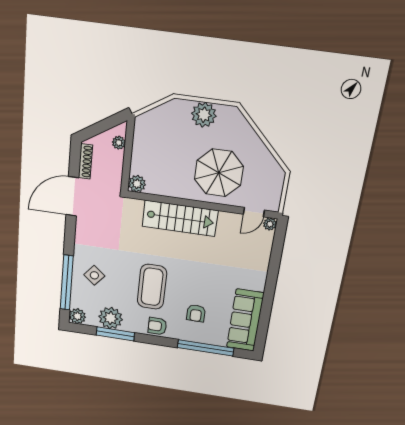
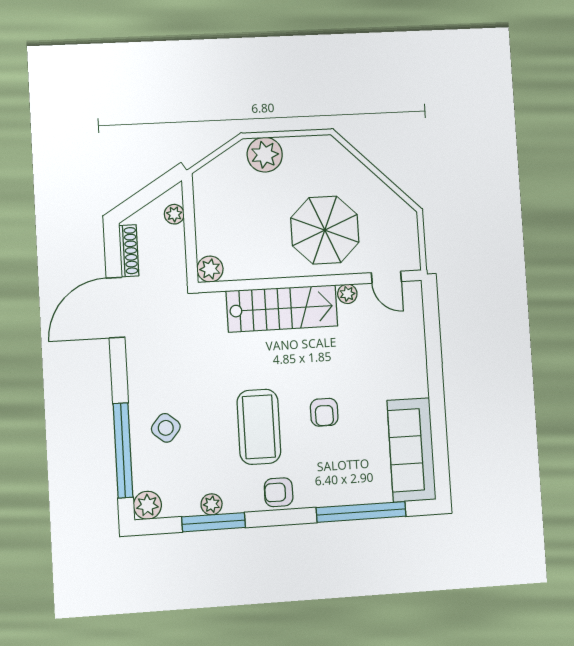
plant: (204, 115) -> (265, 155), moved
door: (254, 212) -> (386, 277), hinge flipped
plant: (270, 224) -> (347, 294), moved
armchair: (196, 313) -> (324, 412), moved
plant: (111, 318) -> (212, 504), width x0.53, depth x0.53

